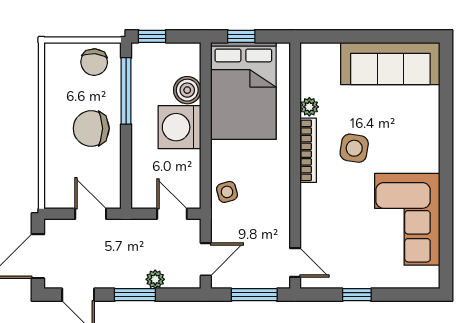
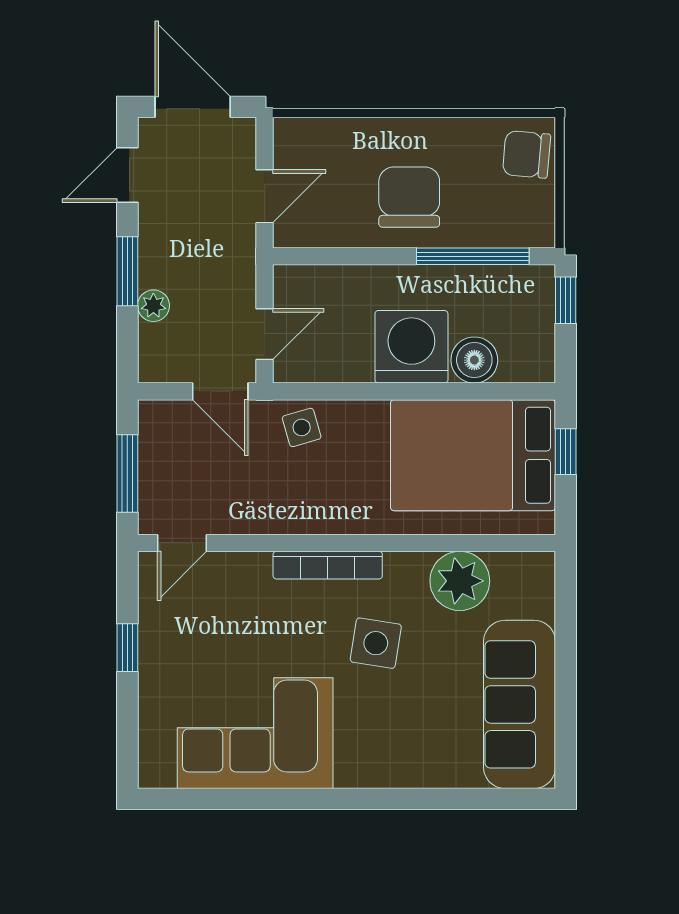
chair: (94, 62) -> (527, 154), moved
plant: (309, 107) -> (460, 581), width x1.88, depth x1.88
bookcase: (308, 150) -> (328, 565), moved
door: (206, 259) -> (220, 391), moved

